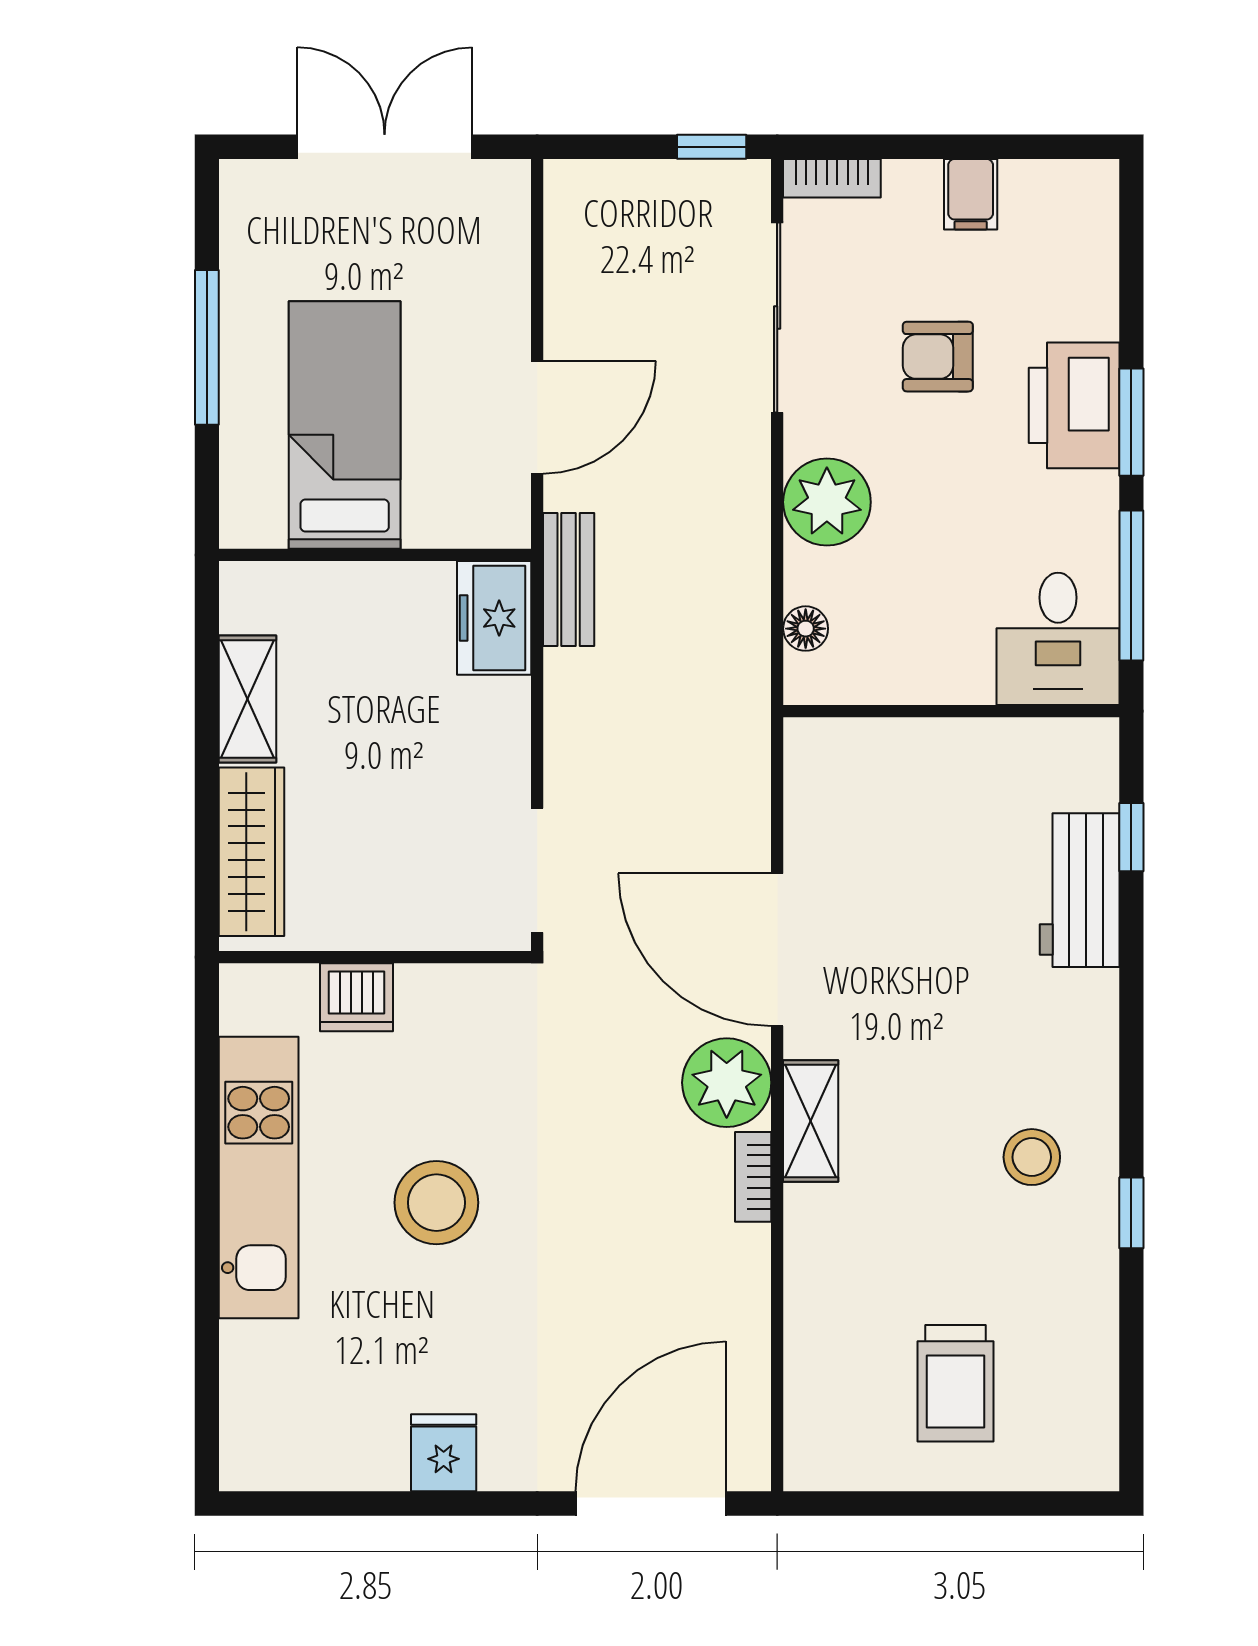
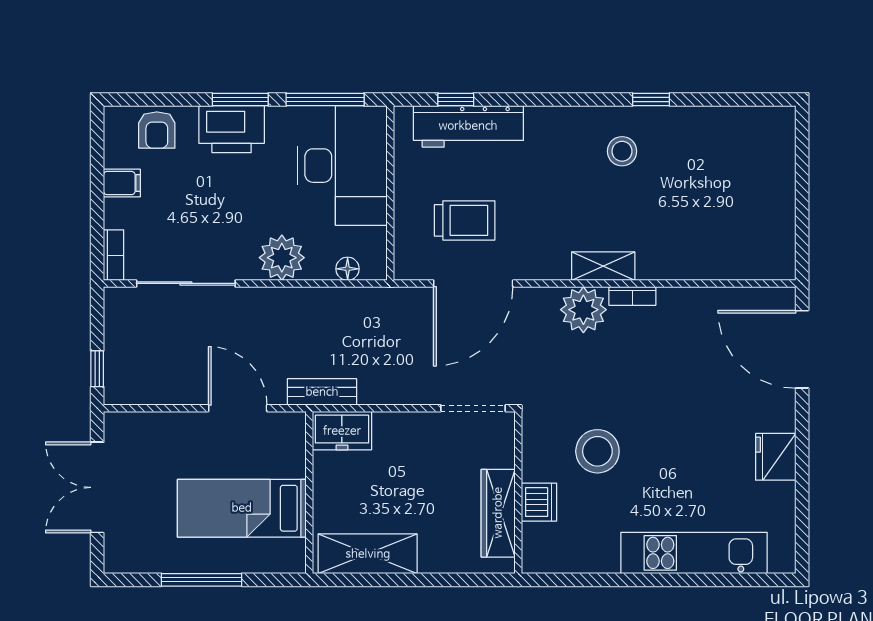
window: (712, 147) -> (97, 369), moved
armchair: (938, 357) -> (157, 130), moved
desk: (1058, 639) -> (342, 166), width x1.87, depth x1.30
shelving: (248, 699) -> (368, 554), width x1.50, depth x1.33
wardrobe: (252, 852) -> (498, 513), moved, turned -90
workbench: (1080, 890) -> (468, 126), width x1.38
door: (777, 950) -> (473, 283), moved
kitchen unit: (259, 1177) -> (694, 553), moved
stool: (436, 1203) -> (597, 451), moved
trolley: (955, 1383) -> (465, 220), moved
fridge: (444, 1453) -> (776, 457), width x1.38

